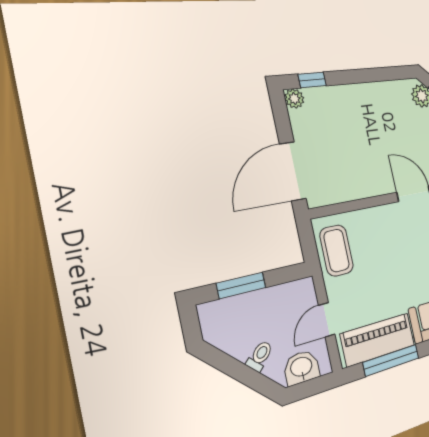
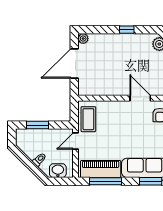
window: (312, 80) -> (127, 30), moved
door: (293, 171) -> (74, 63), moved
door: (327, 320) -> (75, 141), moved

